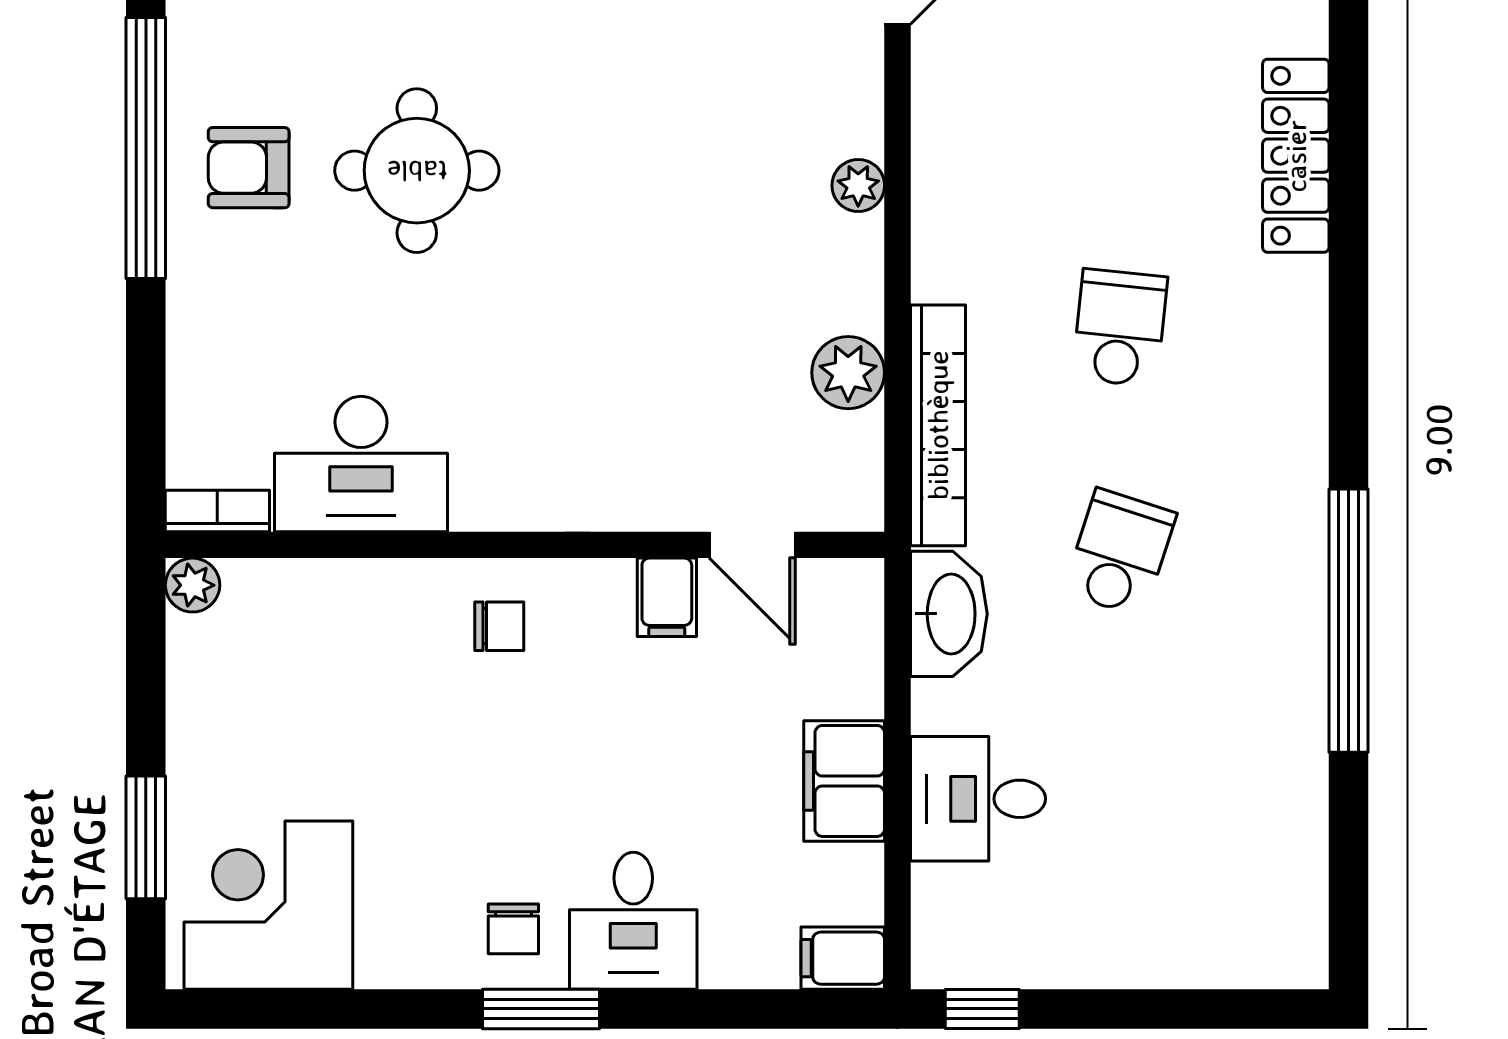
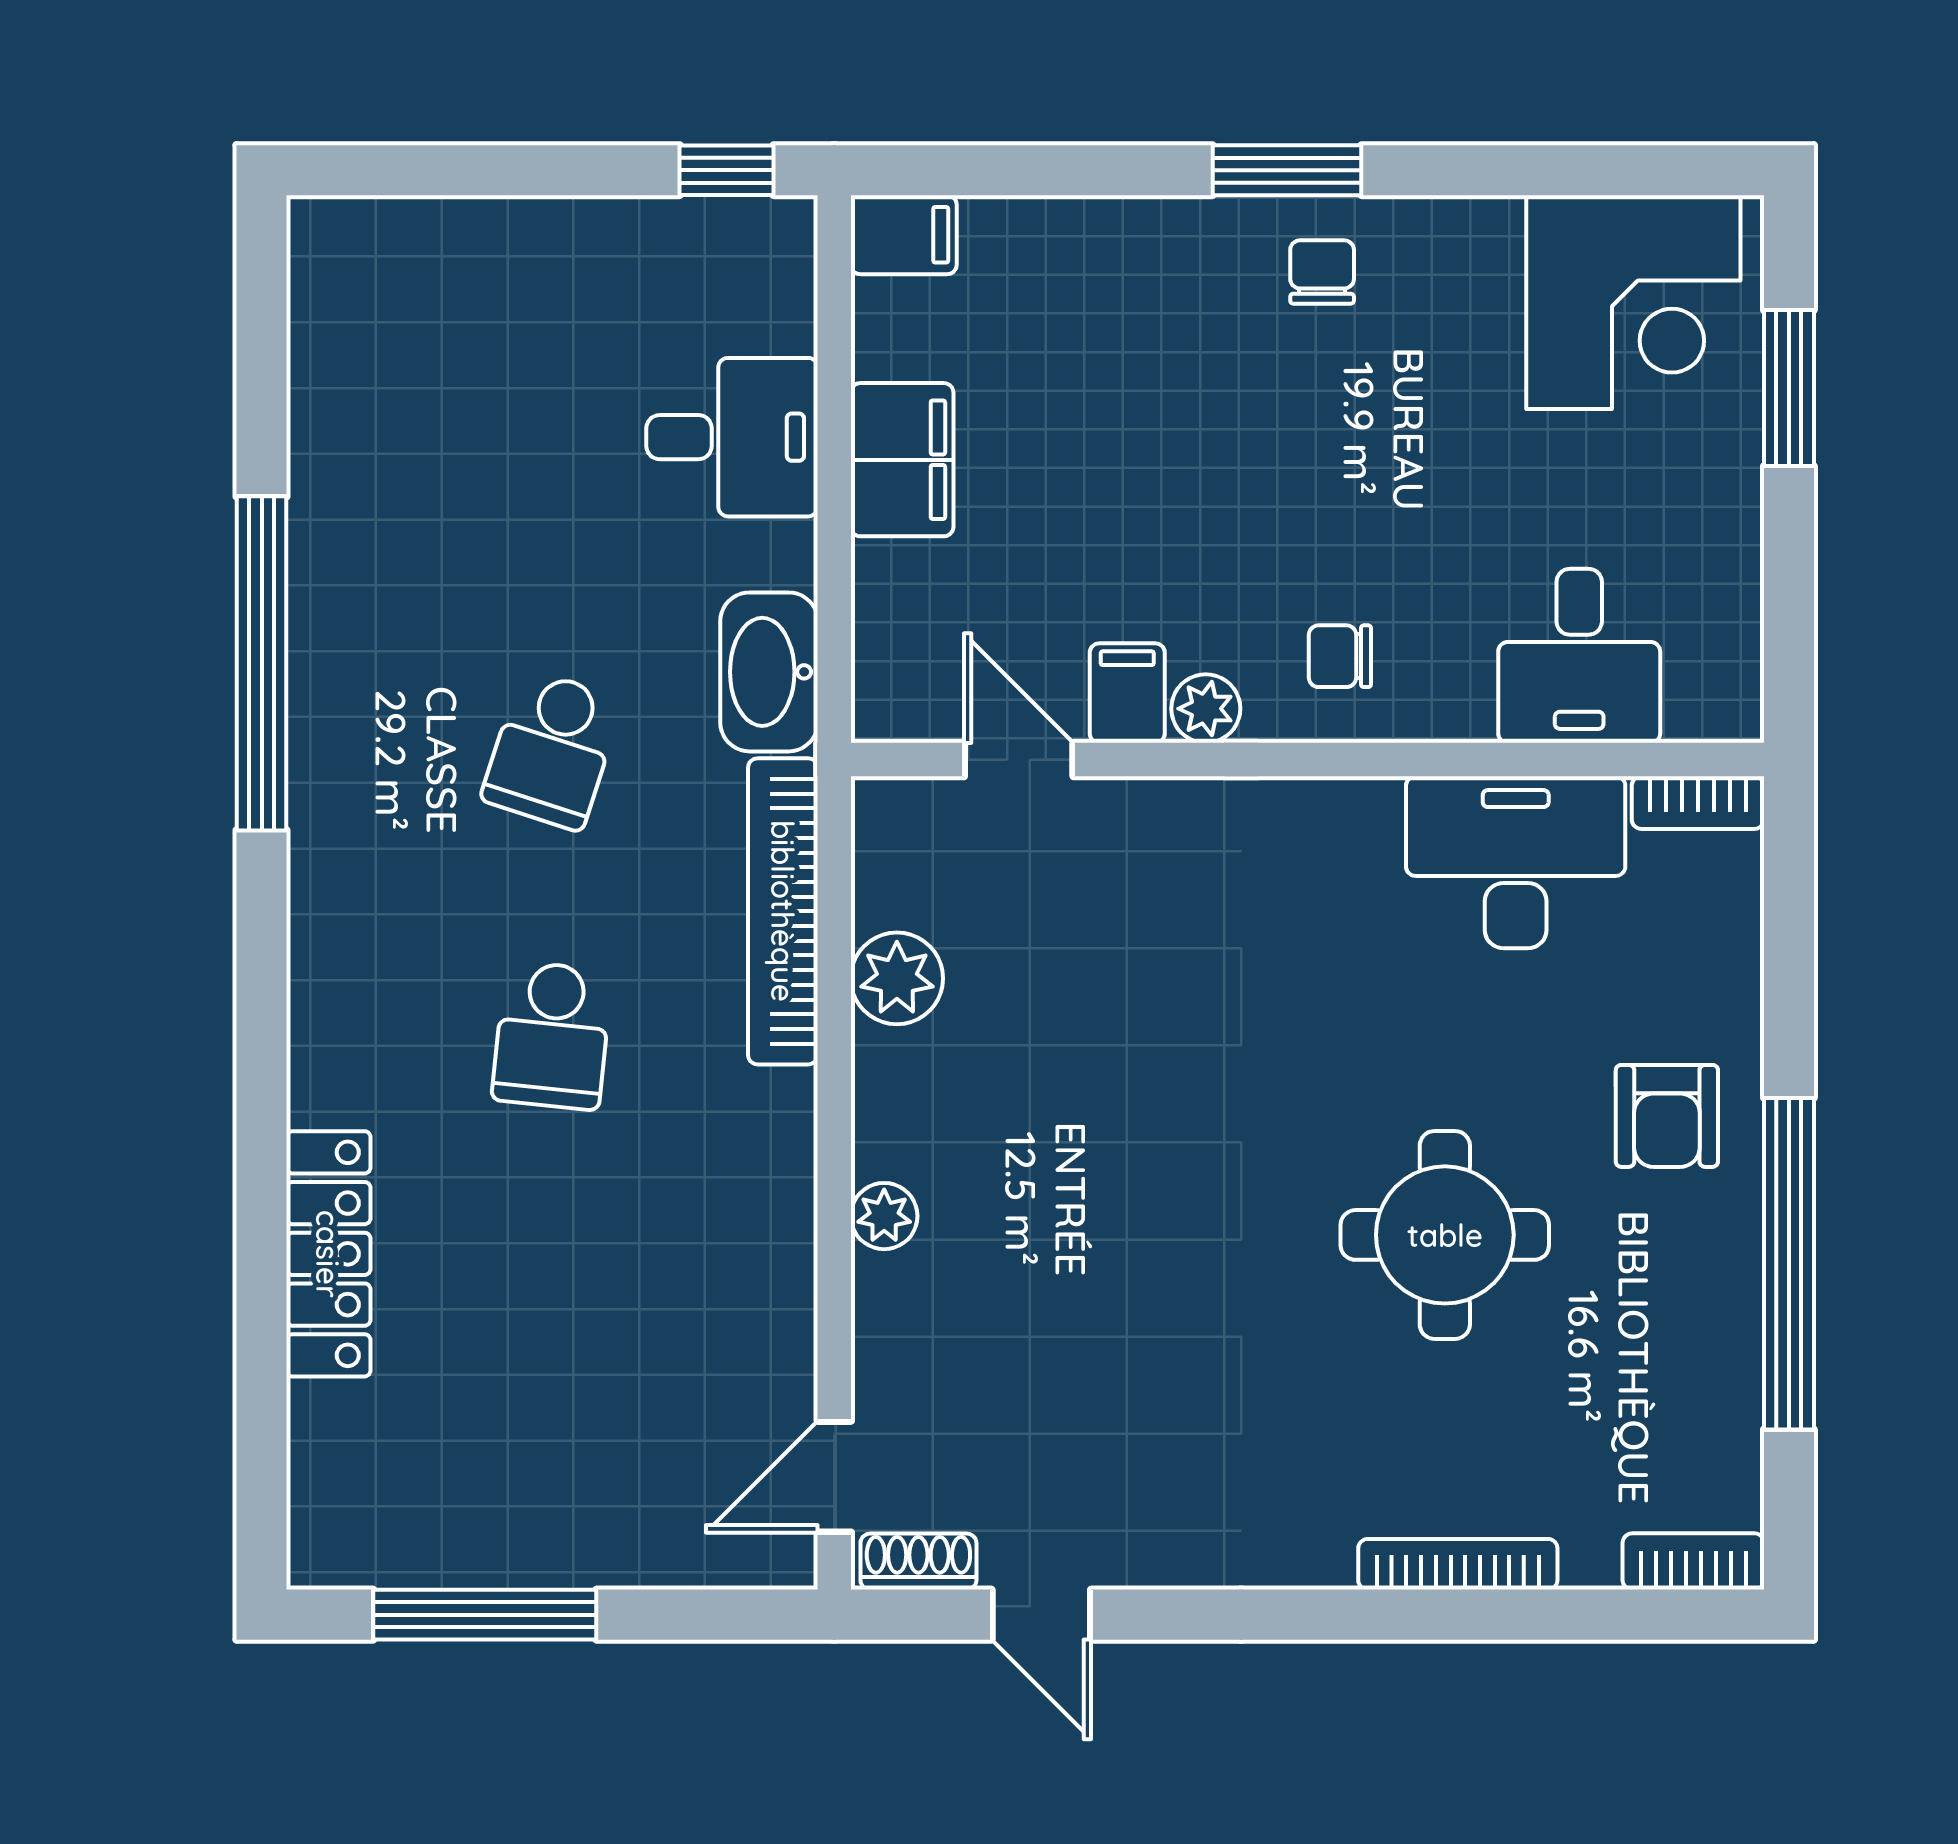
armchair: (249, 168) -> (1667, 1116), moved, turned 90
plant: (193, 585) -> (1206, 709), moved
desk: (633, 921) -> (1579, 656), moved, turned 180

